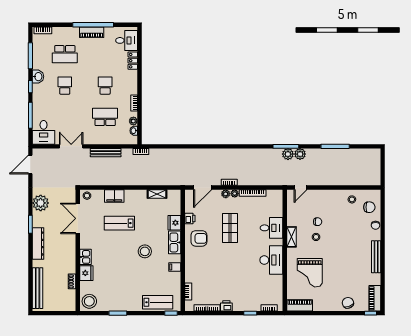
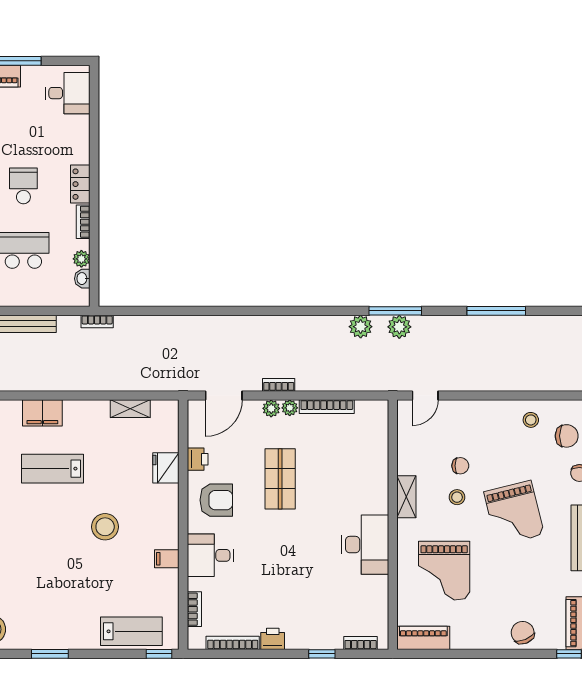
locker: (133, 61) -> (80, 184), moved
plant: (300, 154) -> (361, 327), moved
desk: (271, 228) -> (210, 555), moved, turned 180
kitchen sink: (175, 242) -> (166, 508), removed
grand piano: (344, 245) -> (514, 513), added

